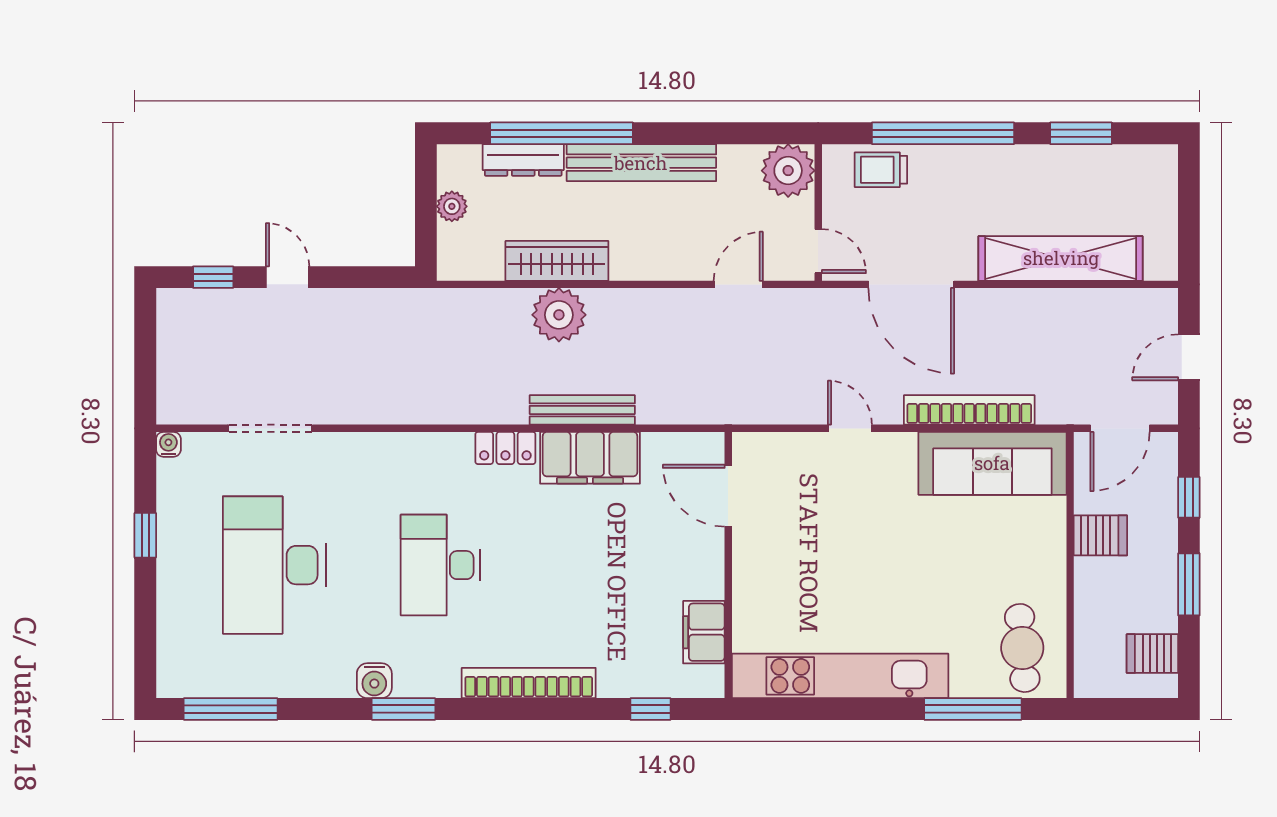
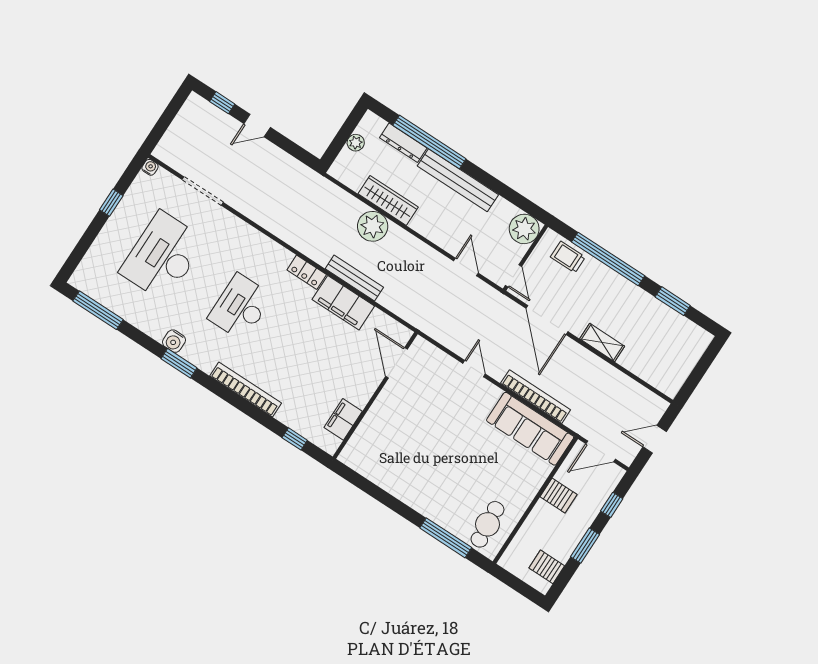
shelving: (1061, 258) -> (602, 343), width x0.45, depth x0.75
door: (288, 277) -> (257, 126), swing flipped
door: (738, 284) -> (466, 267), hinge flipped
kitchen unit: (840, 676) -> (394, 482), removed

